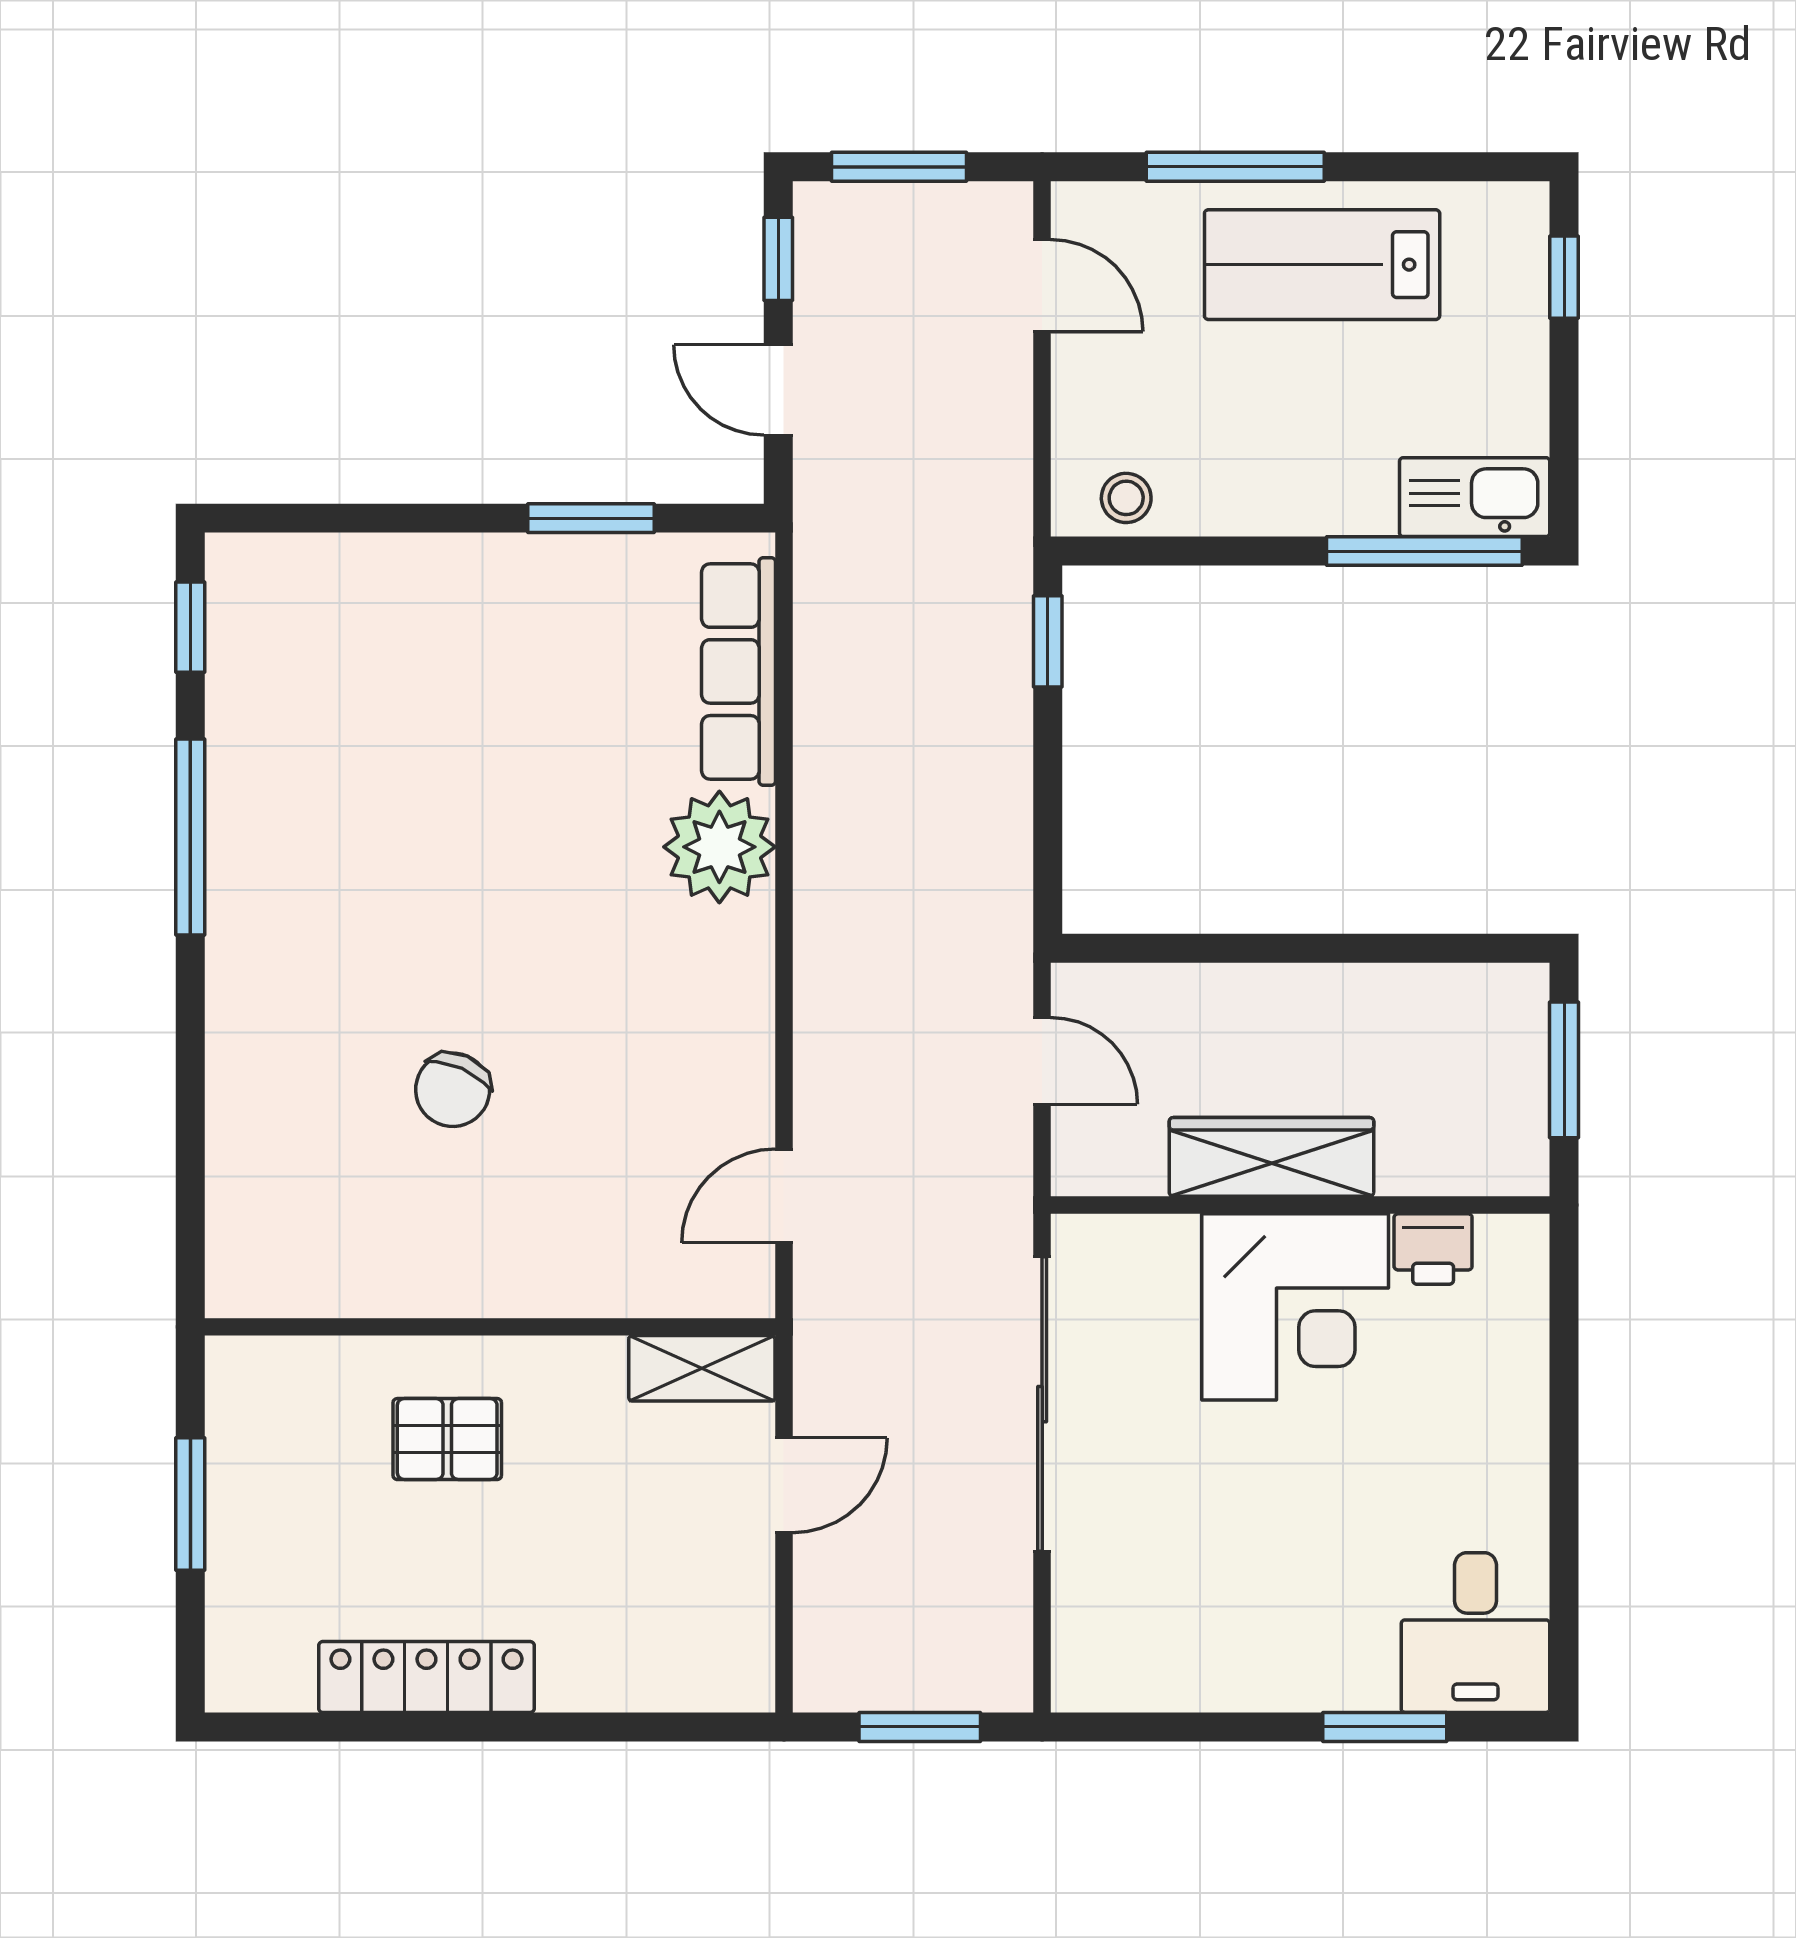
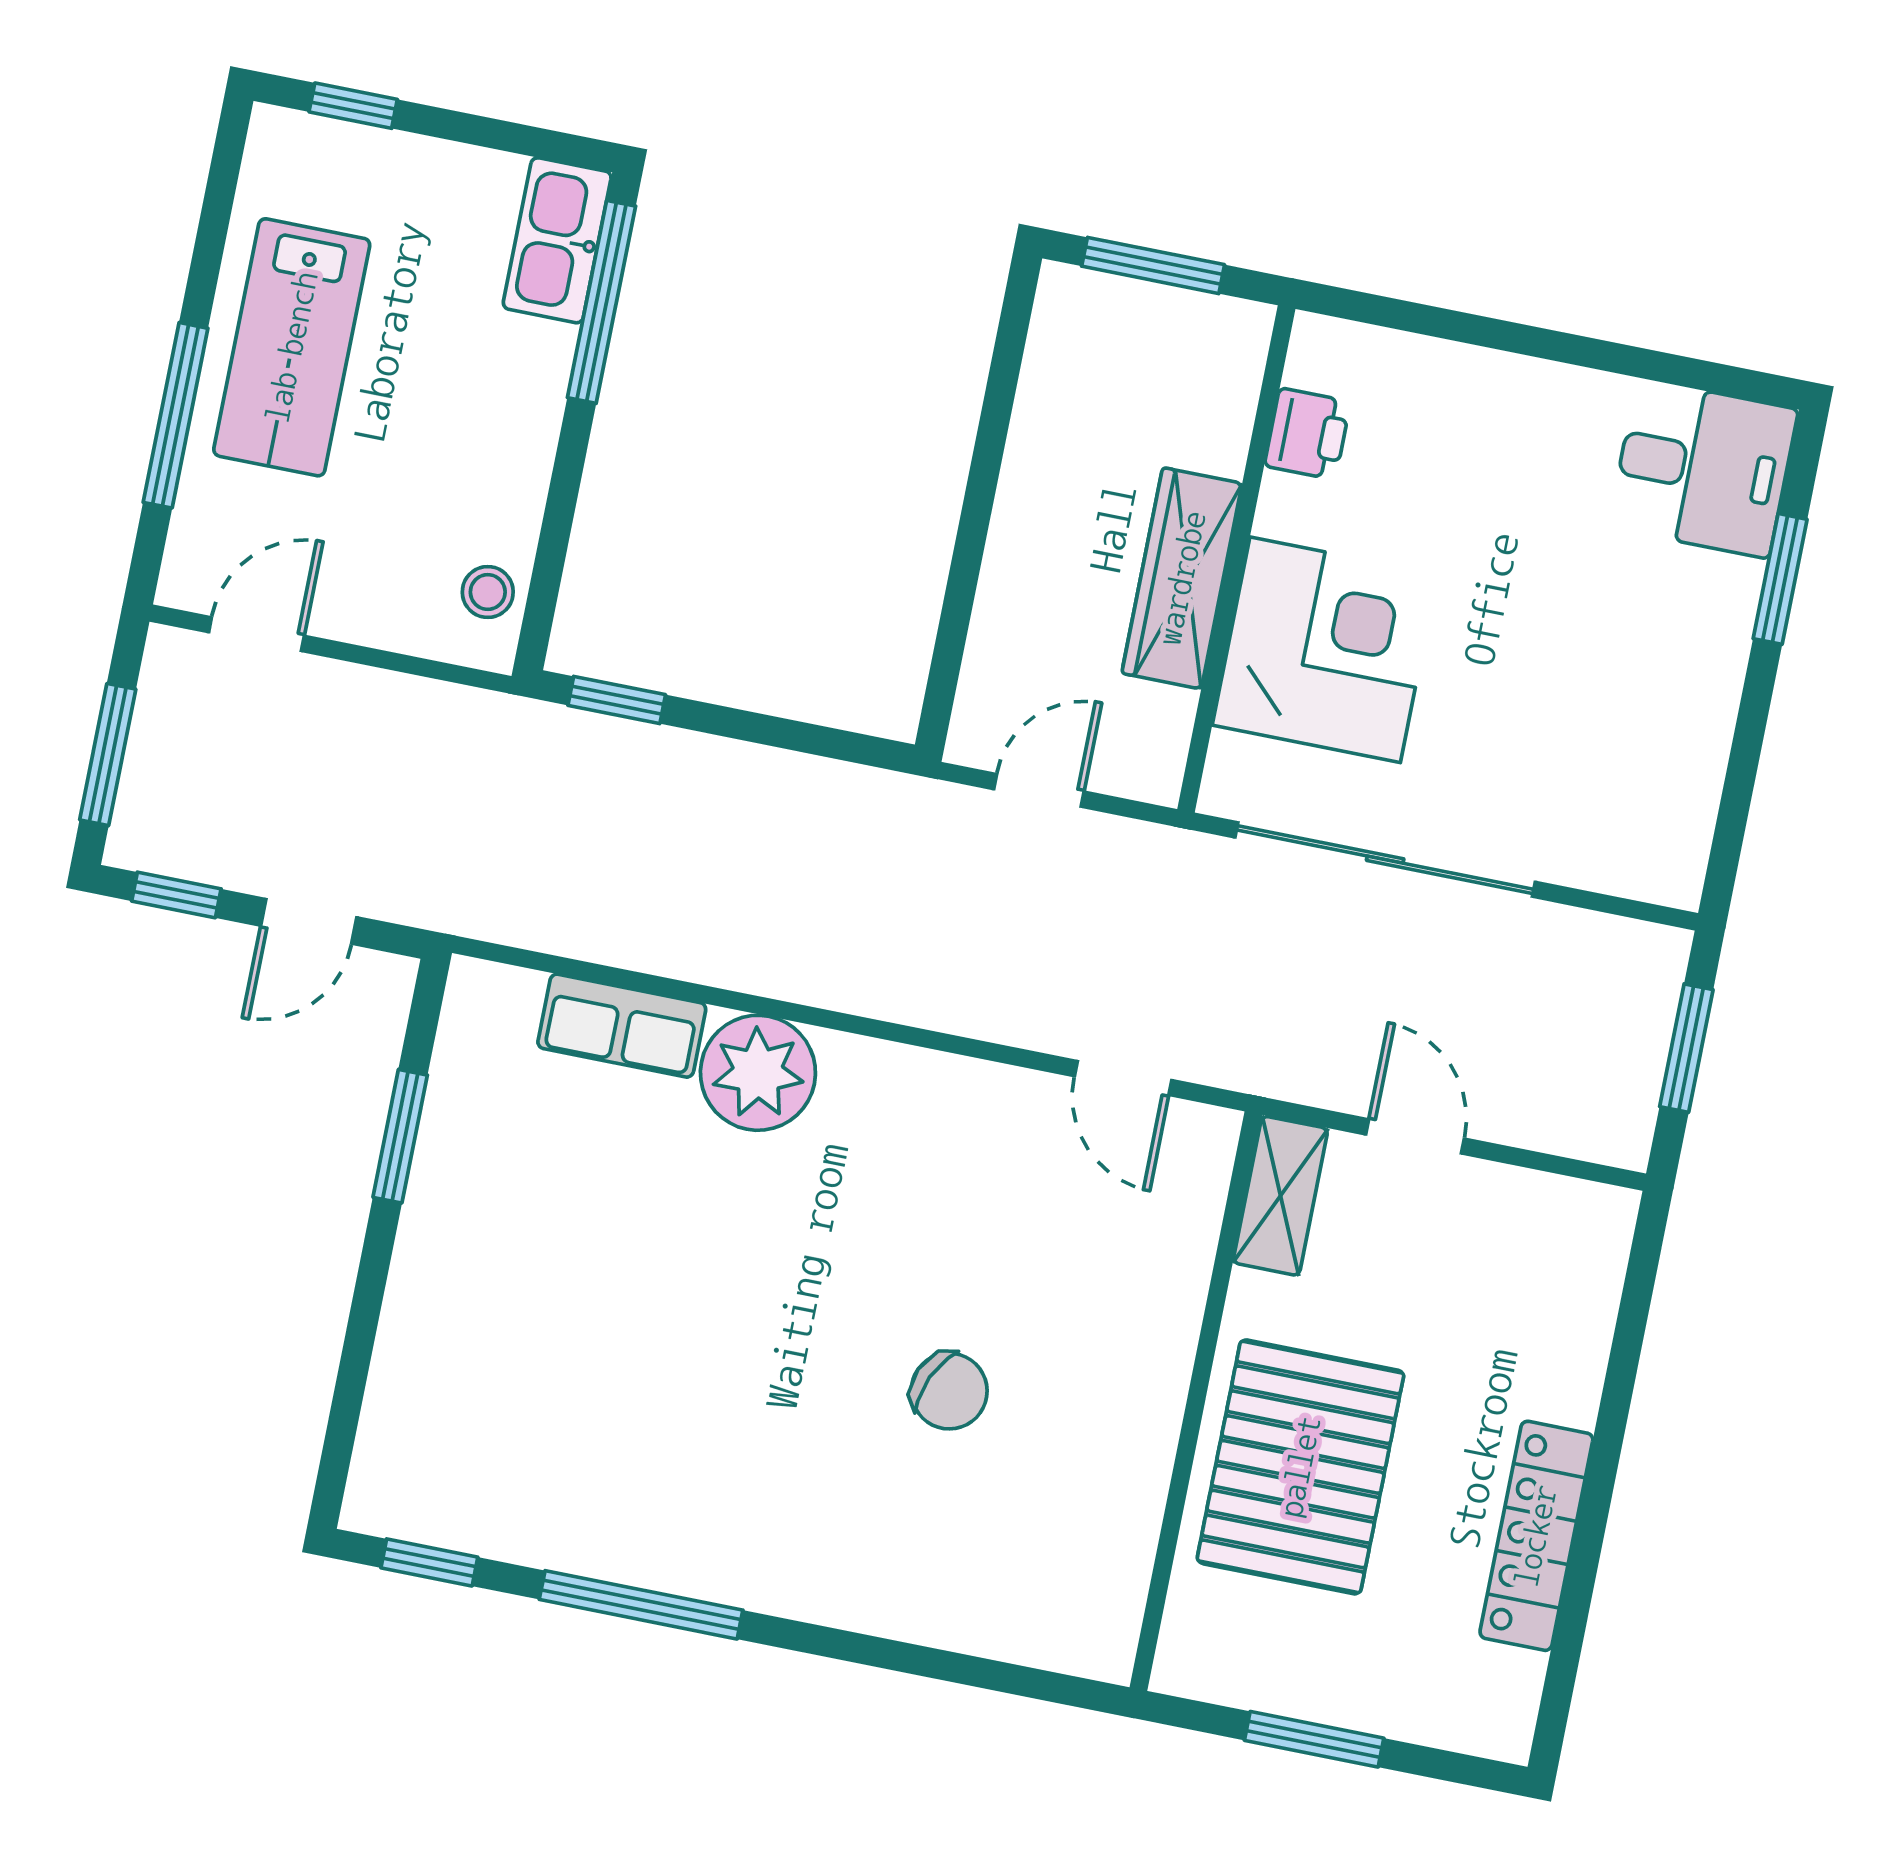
row of seats: (739, 671) -> (622, 1026), width x0.68
corner desk: (1295, 1307) -> (1325, 650), moved
pallet: (447, 1439) -> (1300, 1467), width x2.05, depth x2.00

